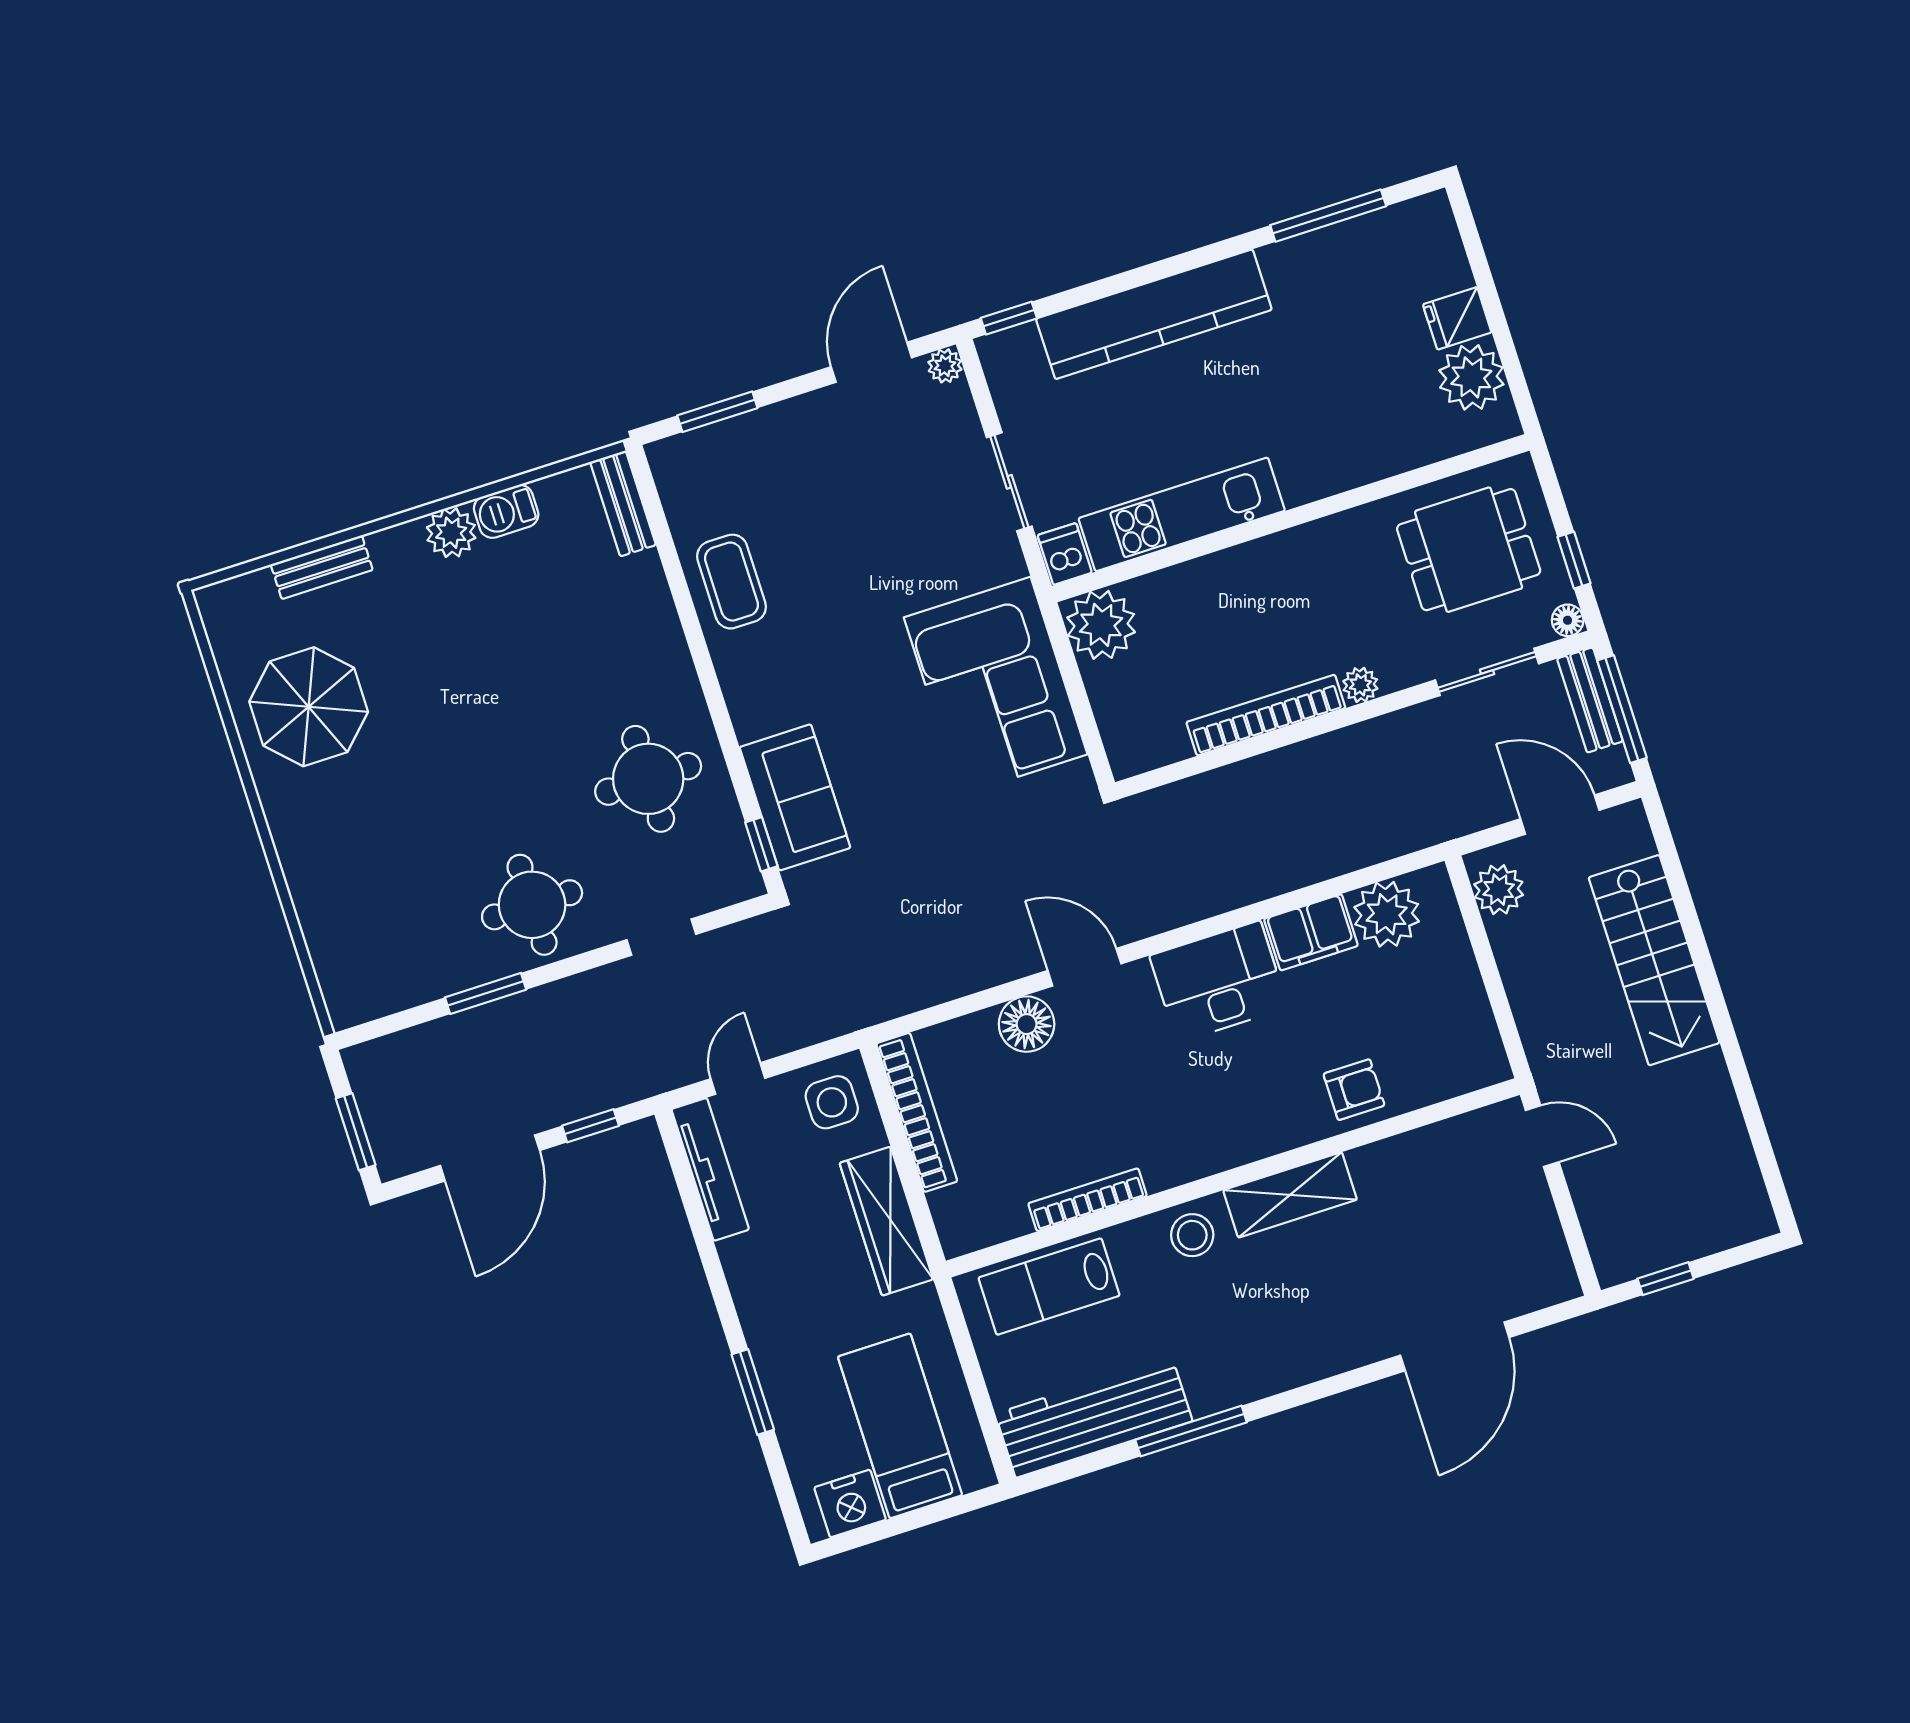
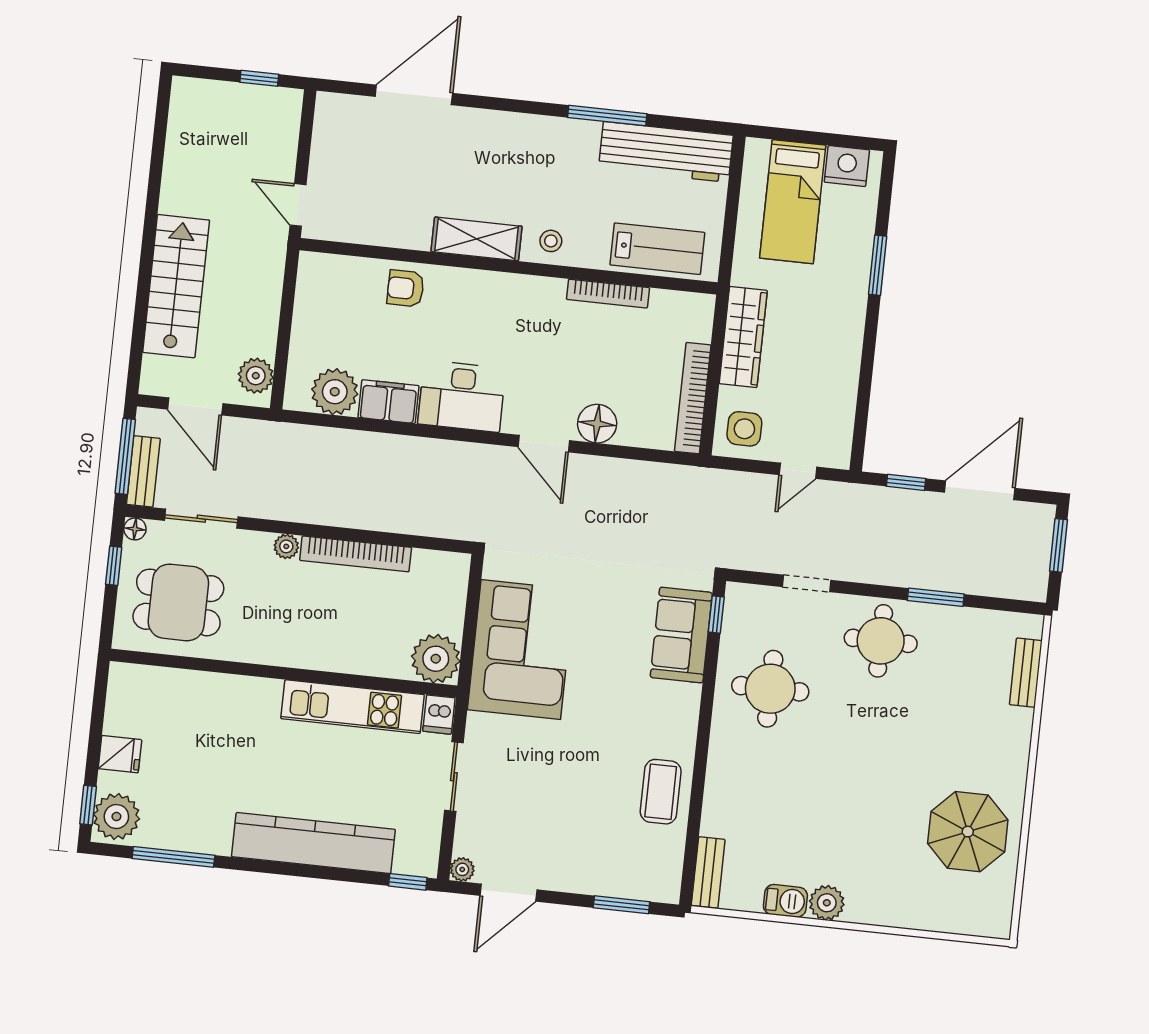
window: (1469, 234) -> (88, 805), added
plant: (1471, 377) -> (116, 817), moved
bench: (322, 567) -> (1026, 673), moved, turned 90
tv unit: (710, 1169) -> (842, 420), removed
stool: (1192, 1235) -> (551, 241), width x0.73, depth x0.73

